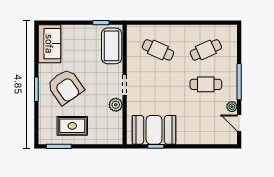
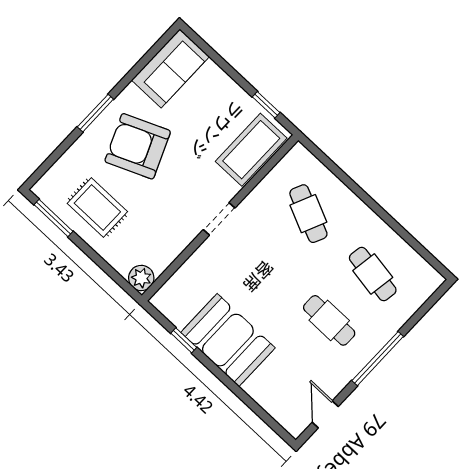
cafe table: (206, 50) -> (373, 274), turned 33
armchair: (65, 87) -> (138, 146), turned 102
plant: (116, 105) -> (141, 278), moved
plant: (232, 107) -> (336, 383), removed
booth: (154, 130) -> (228, 340), moved

